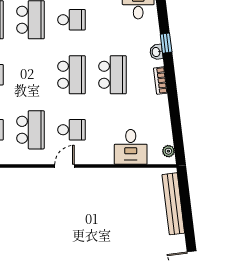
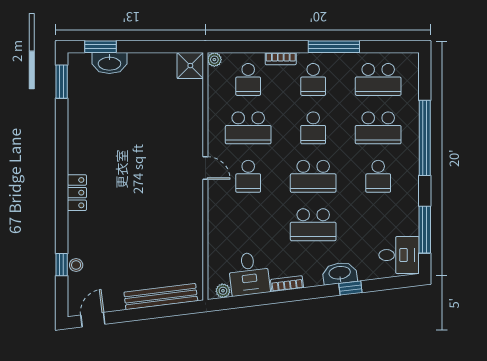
washbasin: (156, 52) -> (340, 273), width x1.91, depth x1.45
school desk: (31, 75) -> (313, 128), added
bookcase: (160, 81) -> (287, 284), moved
desk: (131, 147) -> (249, 274), moved, turned -97

